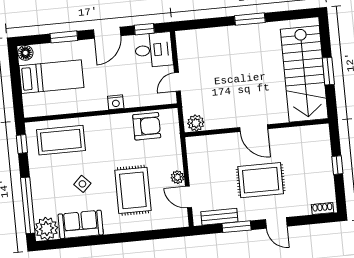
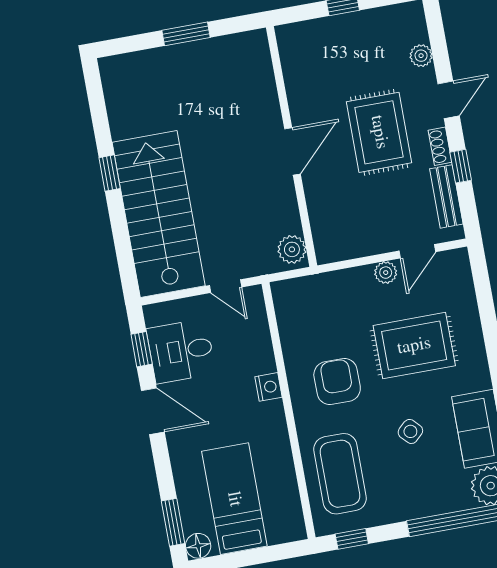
window: (250, 19) -> (110, 173), width x0.67
window: (64, 37) -> (173, 522), moved
desk: (154, 50) -> (181, 351), moved, turned -90
stairs: (304, 74) -> (159, 214), moved, turned -90
armchair: (147, 126) -> (337, 382), moved
shoe rack: (322, 208) -> (440, 146), moved
plant: (304, 209) -> (421, 56), added
window: (237, 227) -> (461, 166), width x0.67

